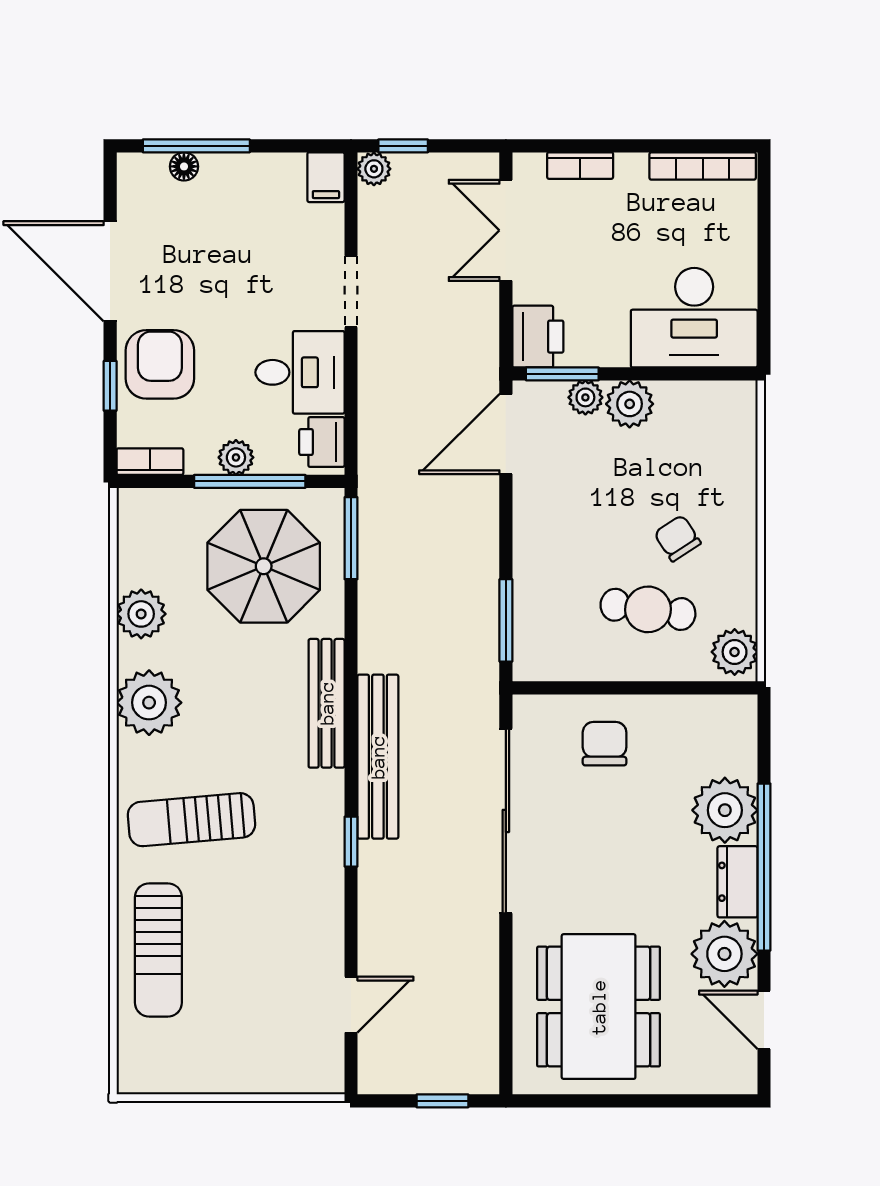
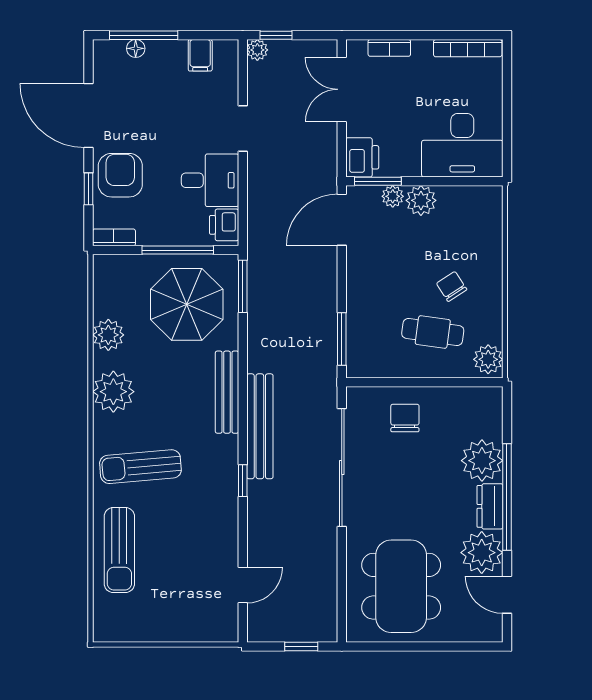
filing cabinet: (326, 177) -> (200, 55), moved
plant: (236, 457) -> (169, 235), removed

